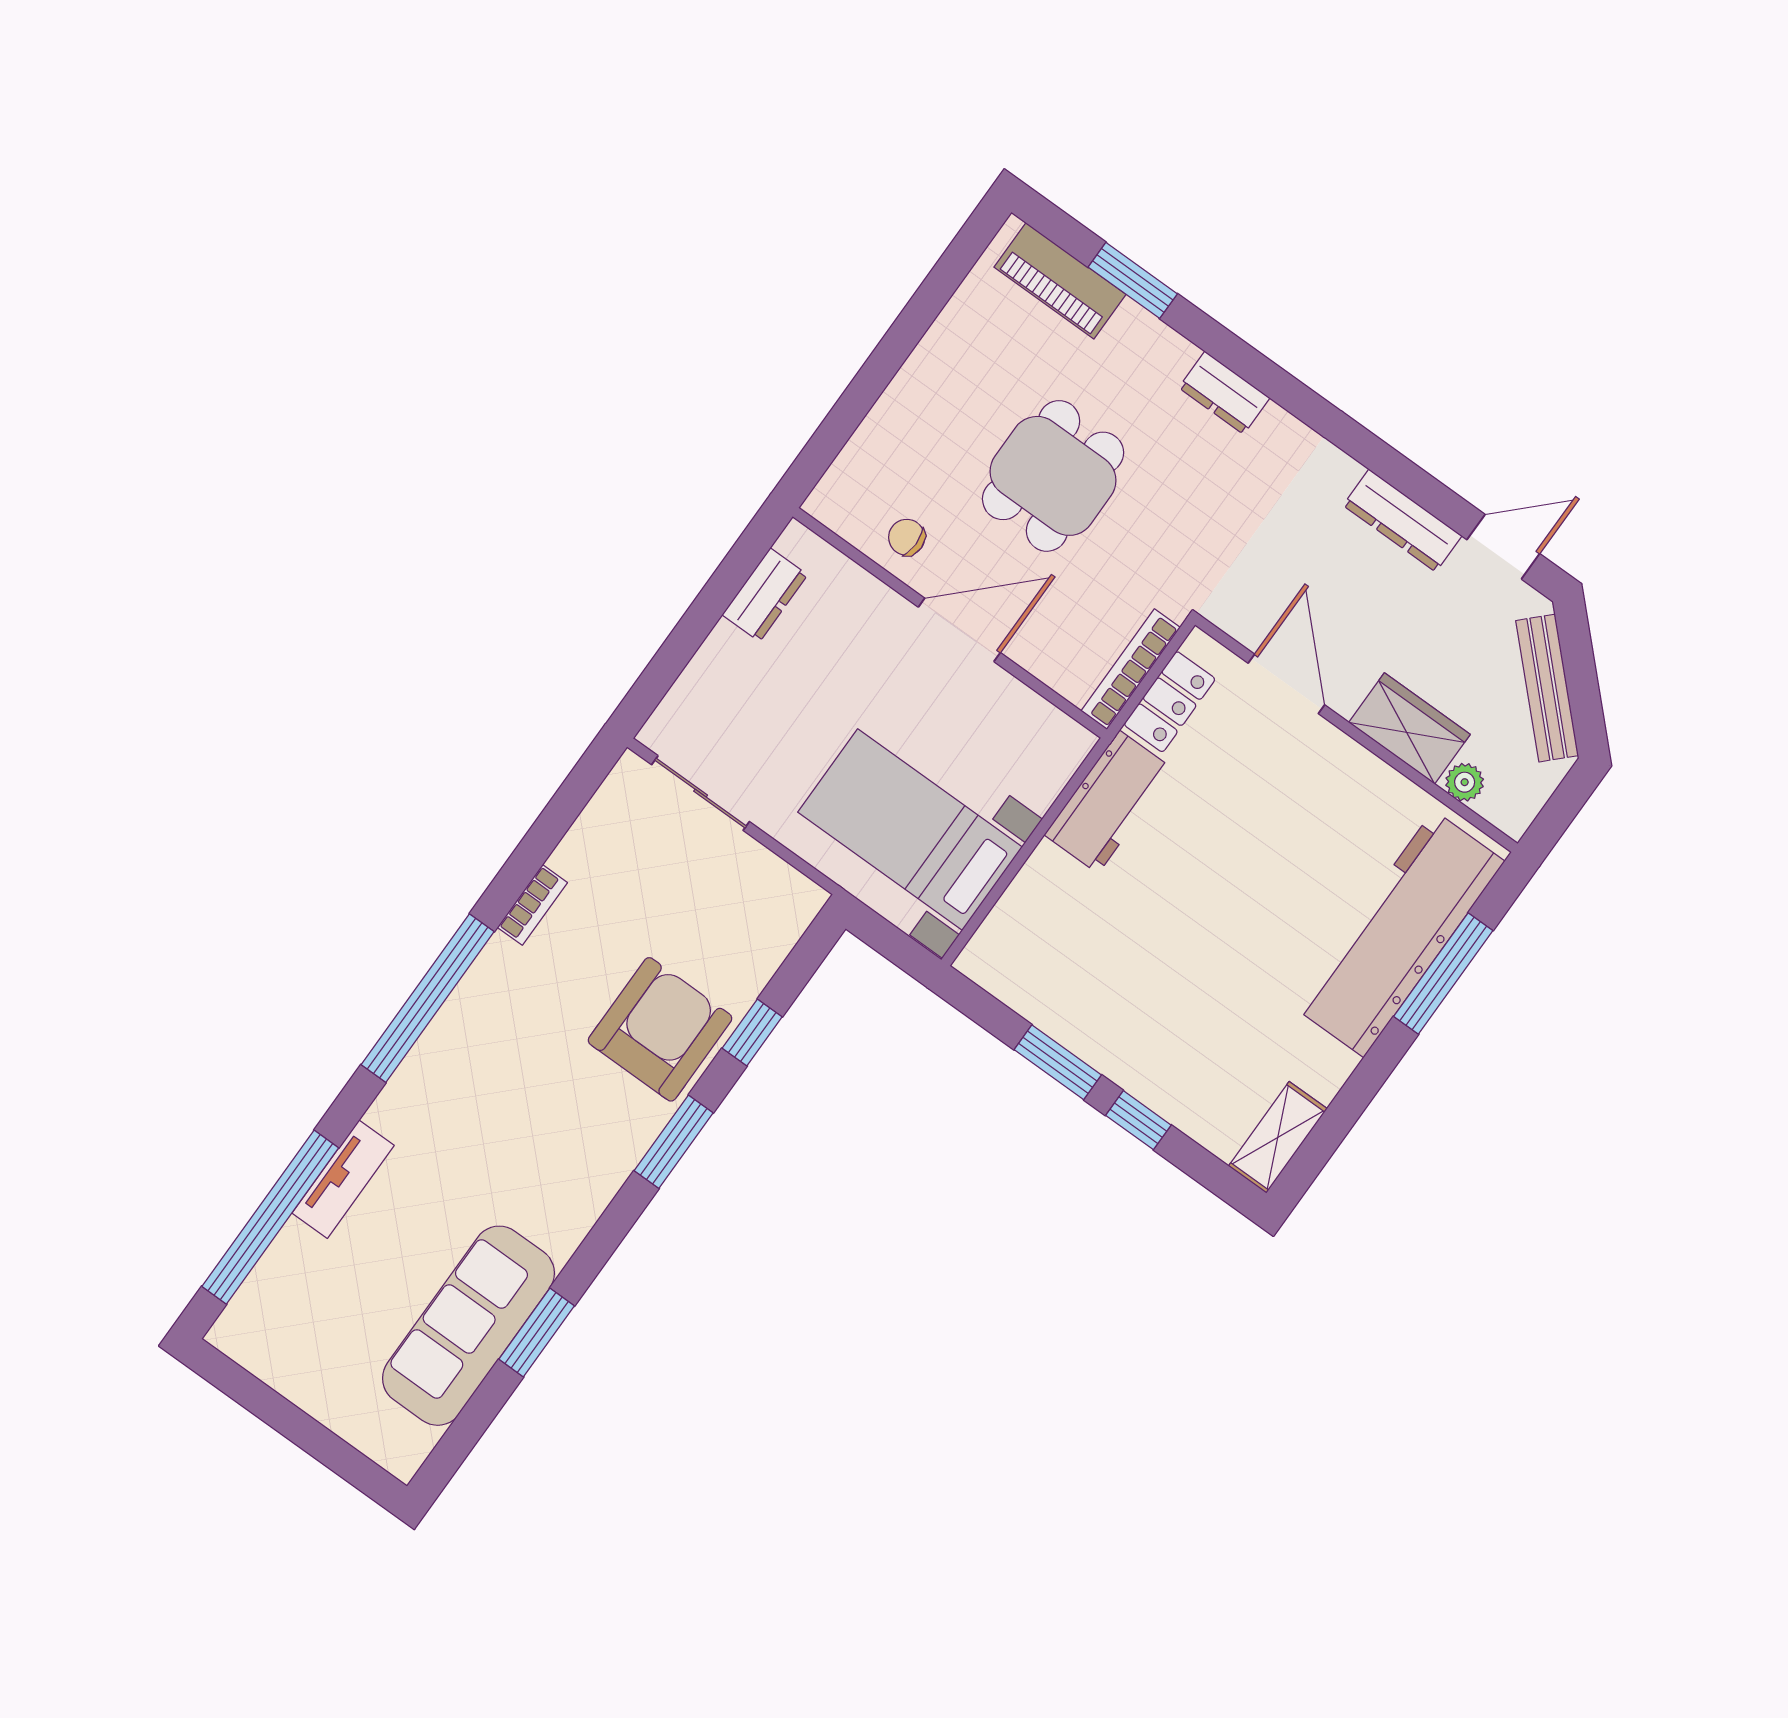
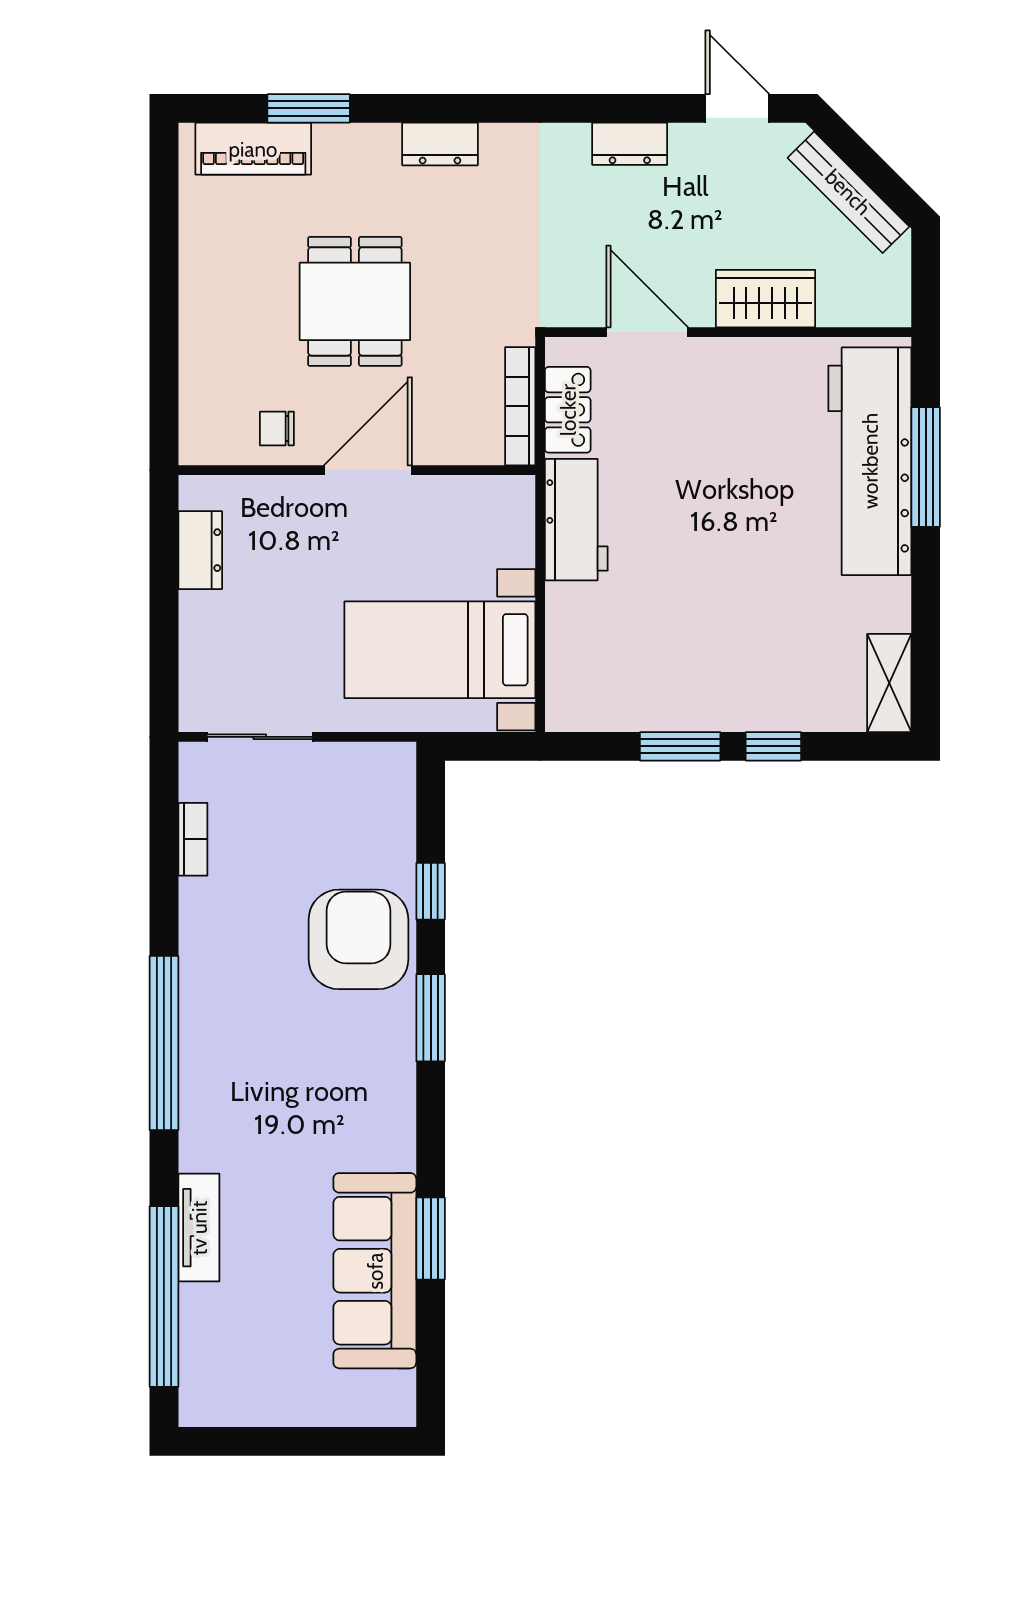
dresser: (1402, 521) -> (630, 144), width x0.70
door: (1503, 547) -> (737, 108), hinge flipped
plant: (1465, 782) -> (837, 309), removed
bookcase: (532, 905) -> (193, 839), moved

